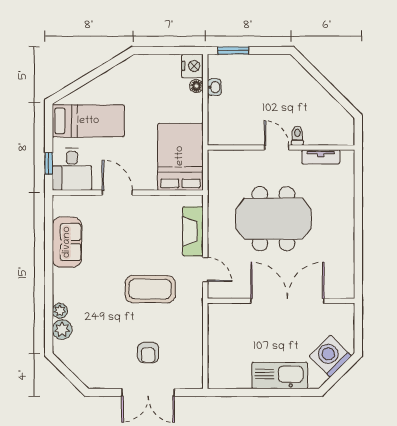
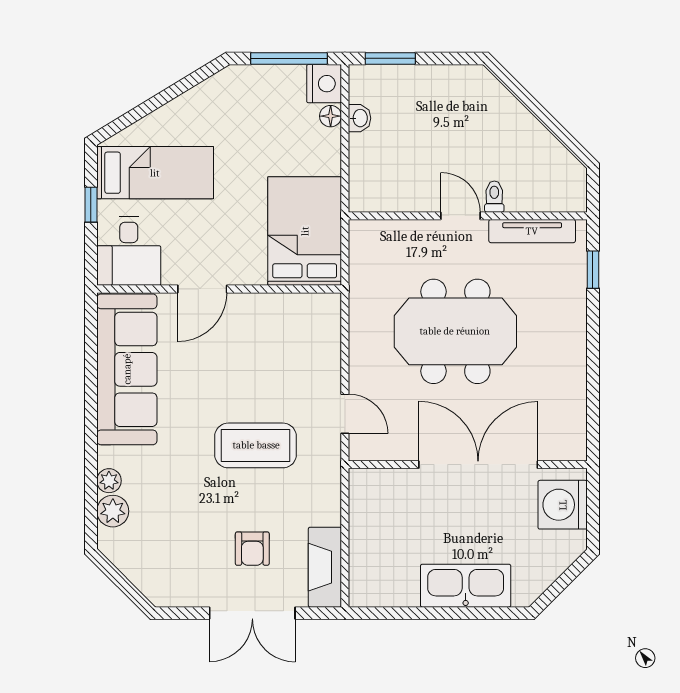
window: (171, 50) -> (289, 58), added
tv unit: (321, 157) -> (532, 231), width x1.41
window: (49, 163) -> (91, 205), moved
window: (358, 181) -> (593, 270), added
door: (117, 193) -> (202, 289), swing flipped
fireplace: (193, 231) -> (325, 567), moved
sofa: (67, 242) -> (127, 369), width x1.85, depth x1.27
washing machine: (330, 356) -> (563, 505), moved, turned -45

